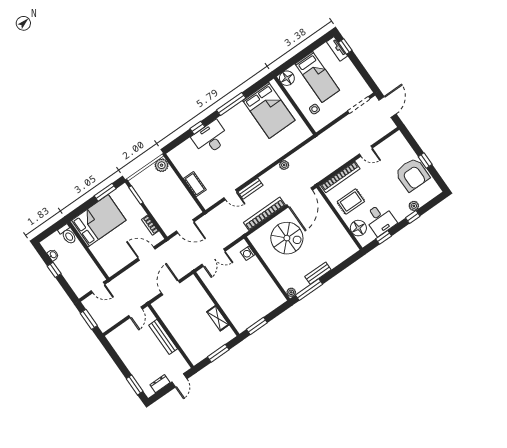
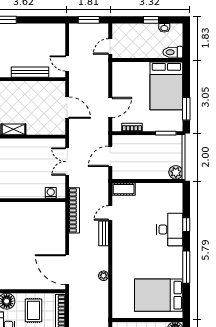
cot: (195, 184) -> (124, 189), moved
bookcase: (264, 214) -> (74, 210), moved
spiral stairs: (287, 238) -> (40, 235), removed

